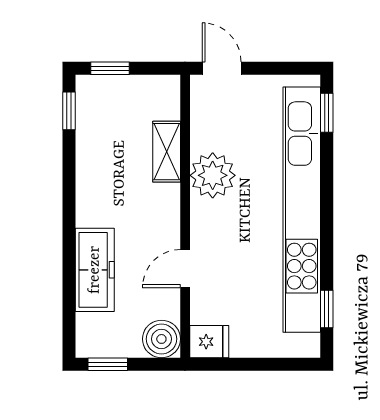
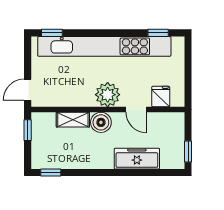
window: (110, 68) -> (28, 130), moved
plant: (213, 175) -> (108, 95), moved
boiler: (161, 339) -> (101, 122), moved
fridge: (209, 342) -> (161, 97), moved

